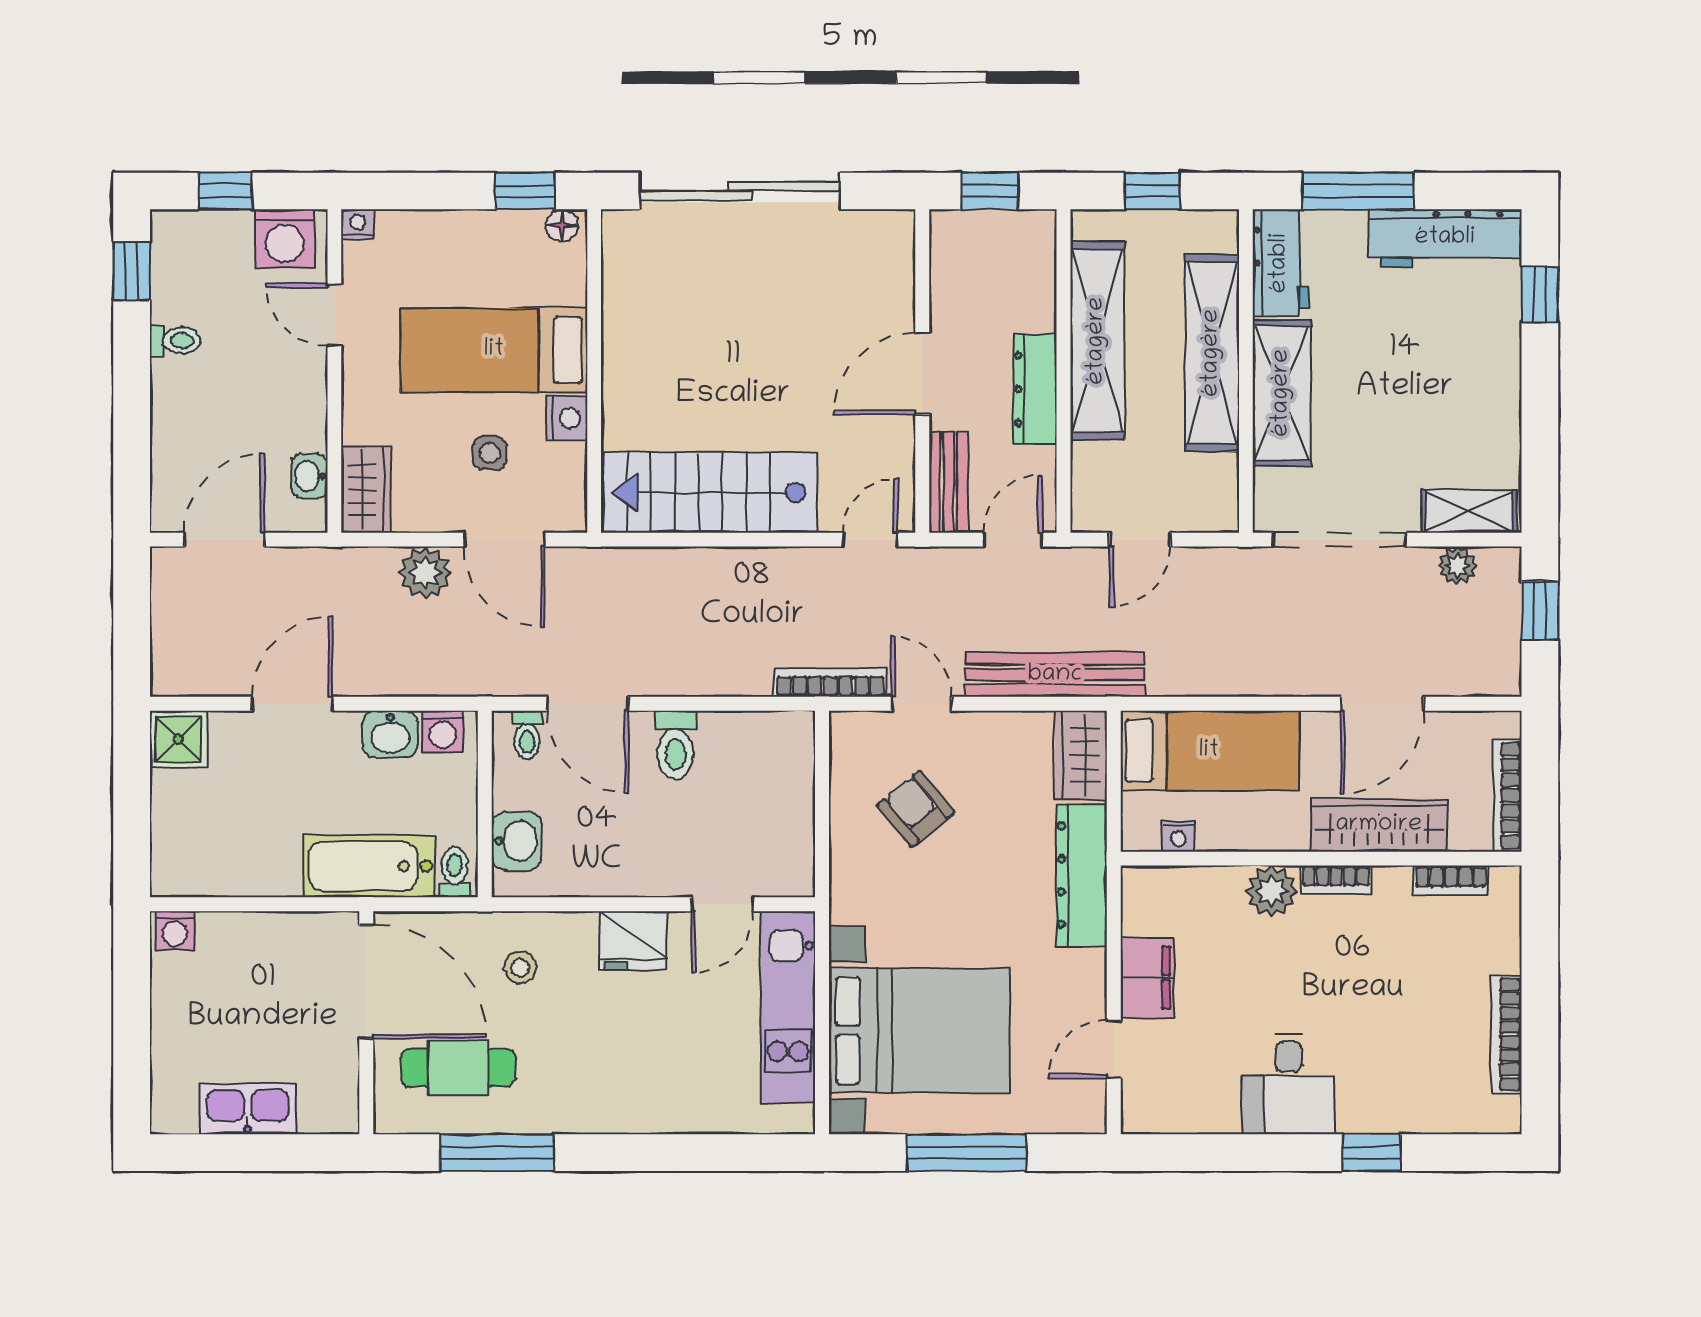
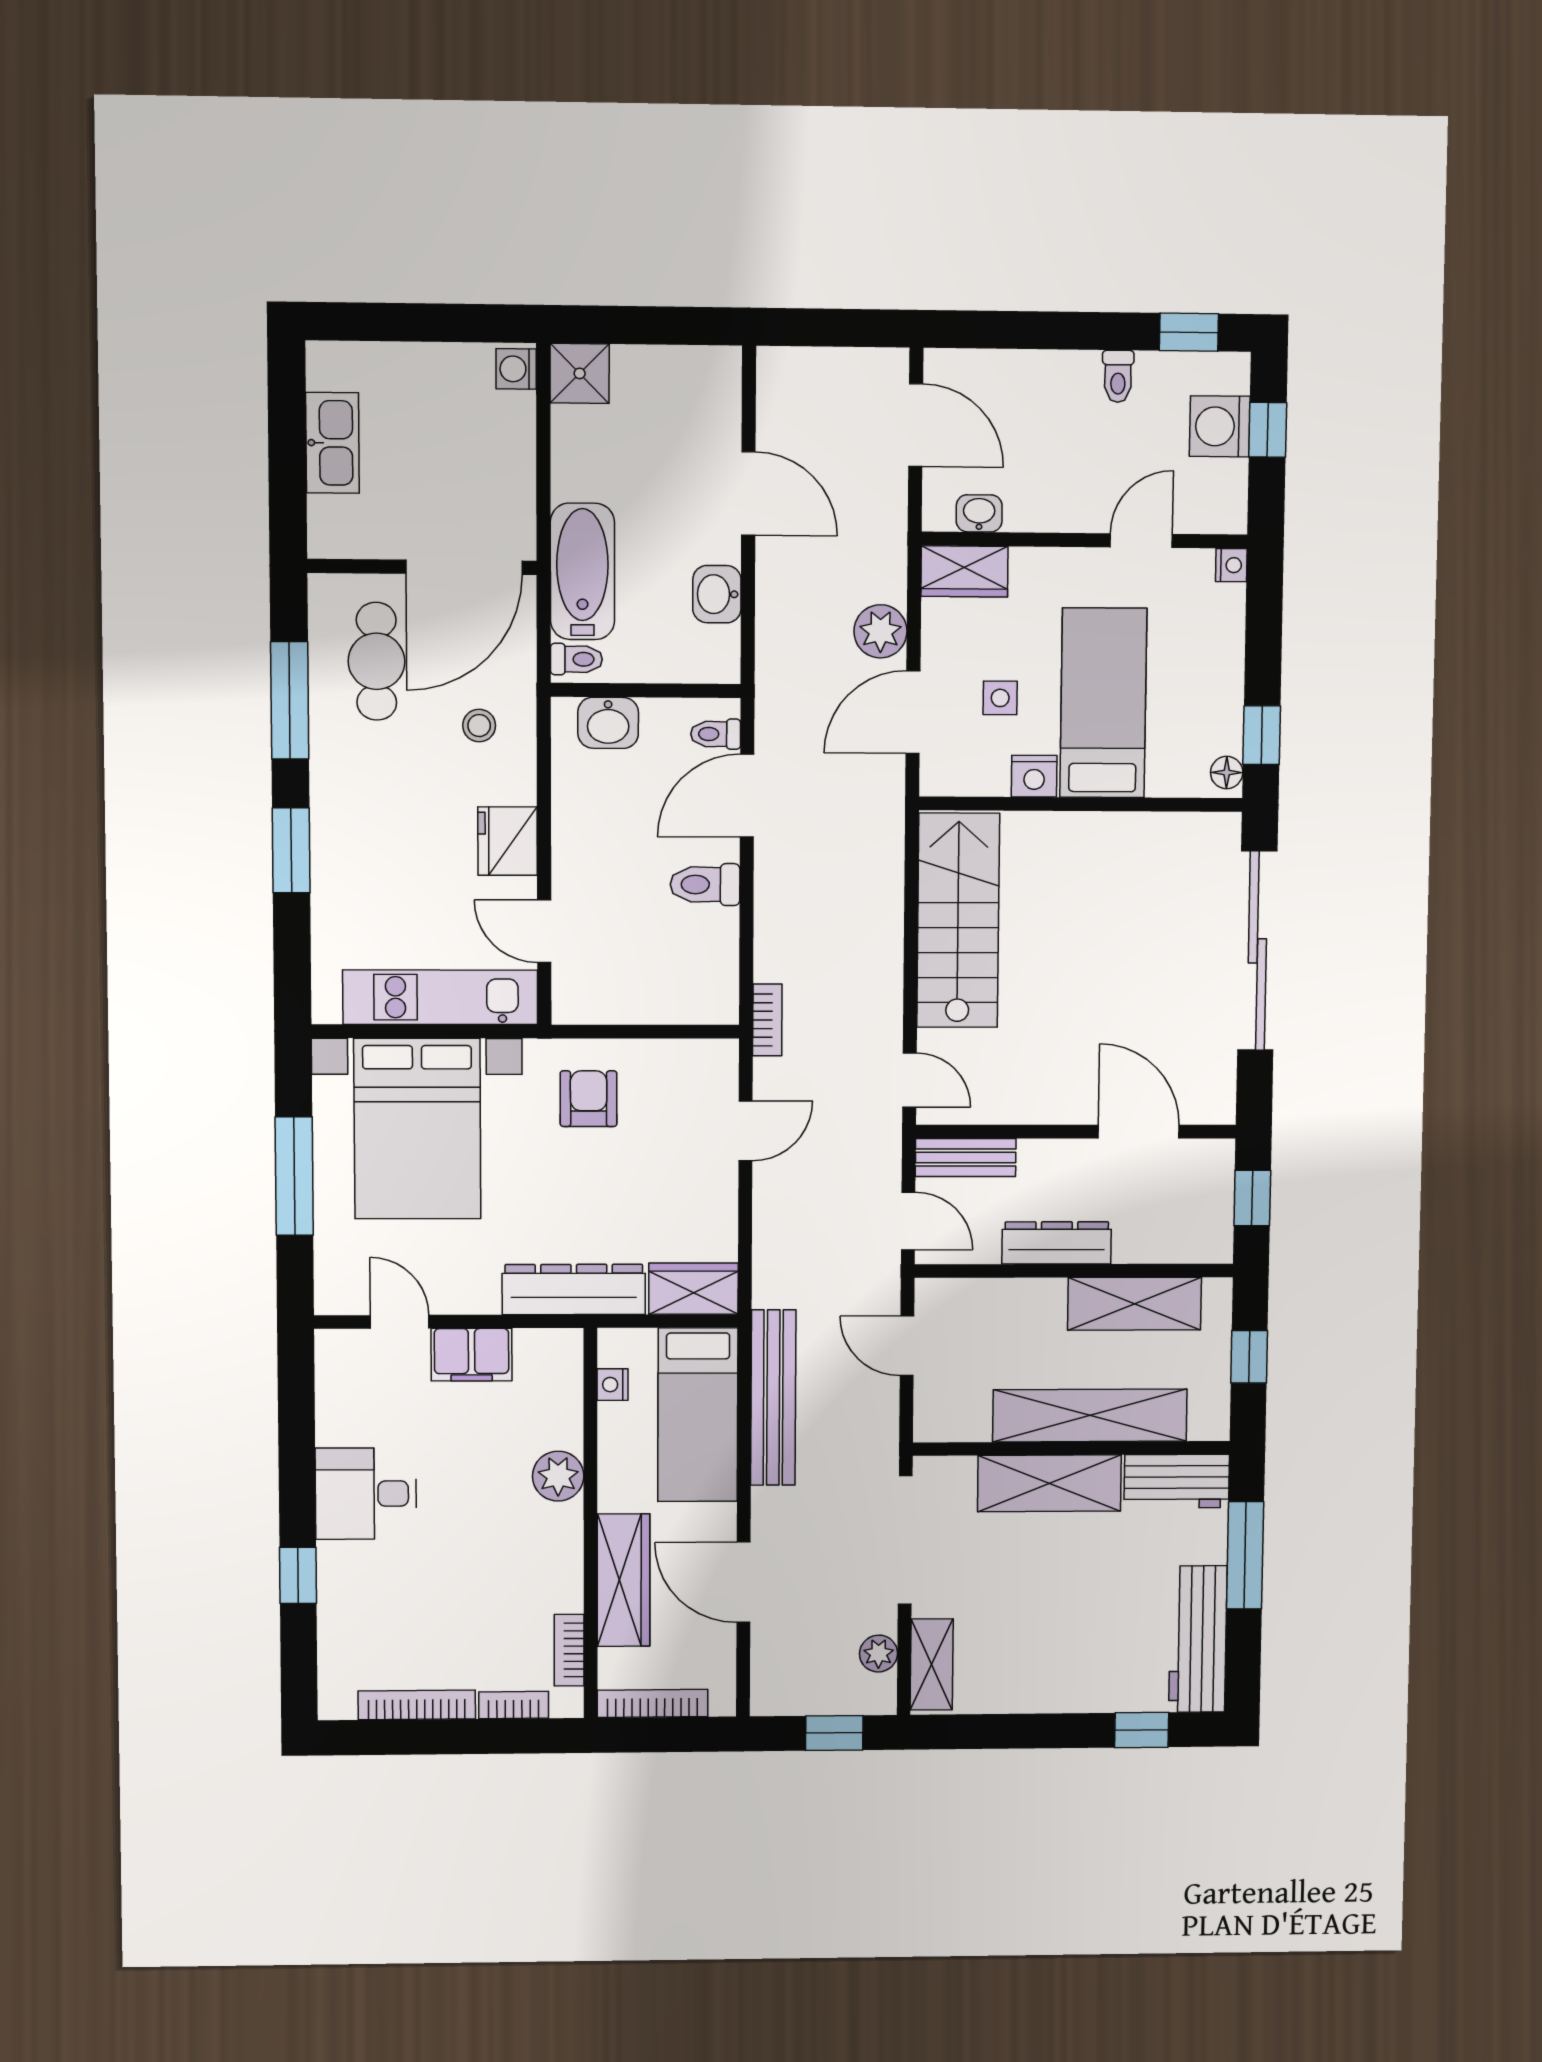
washing machine: (285, 239) -> (1220, 426), moved
shelving: (1097, 341) -> (1134, 1304), width x0.68
door: (922, 373) -> (1139, 1132), moved
bench: (1055, 675) -> (773, 1398), moved
bookcase: (830, 682) -> (767, 1020), width x0.64
washing machine: (443, 731) -> (720, 648), removed
shower: (178, 739) -> (580, 373), moved
armchair: (916, 809) -> (589, 1099), moved, turned -51
bookcase: (1336, 880) -> (514, 1705), moved, turned 90
window: (643, 1153) -> (291, 850), added

